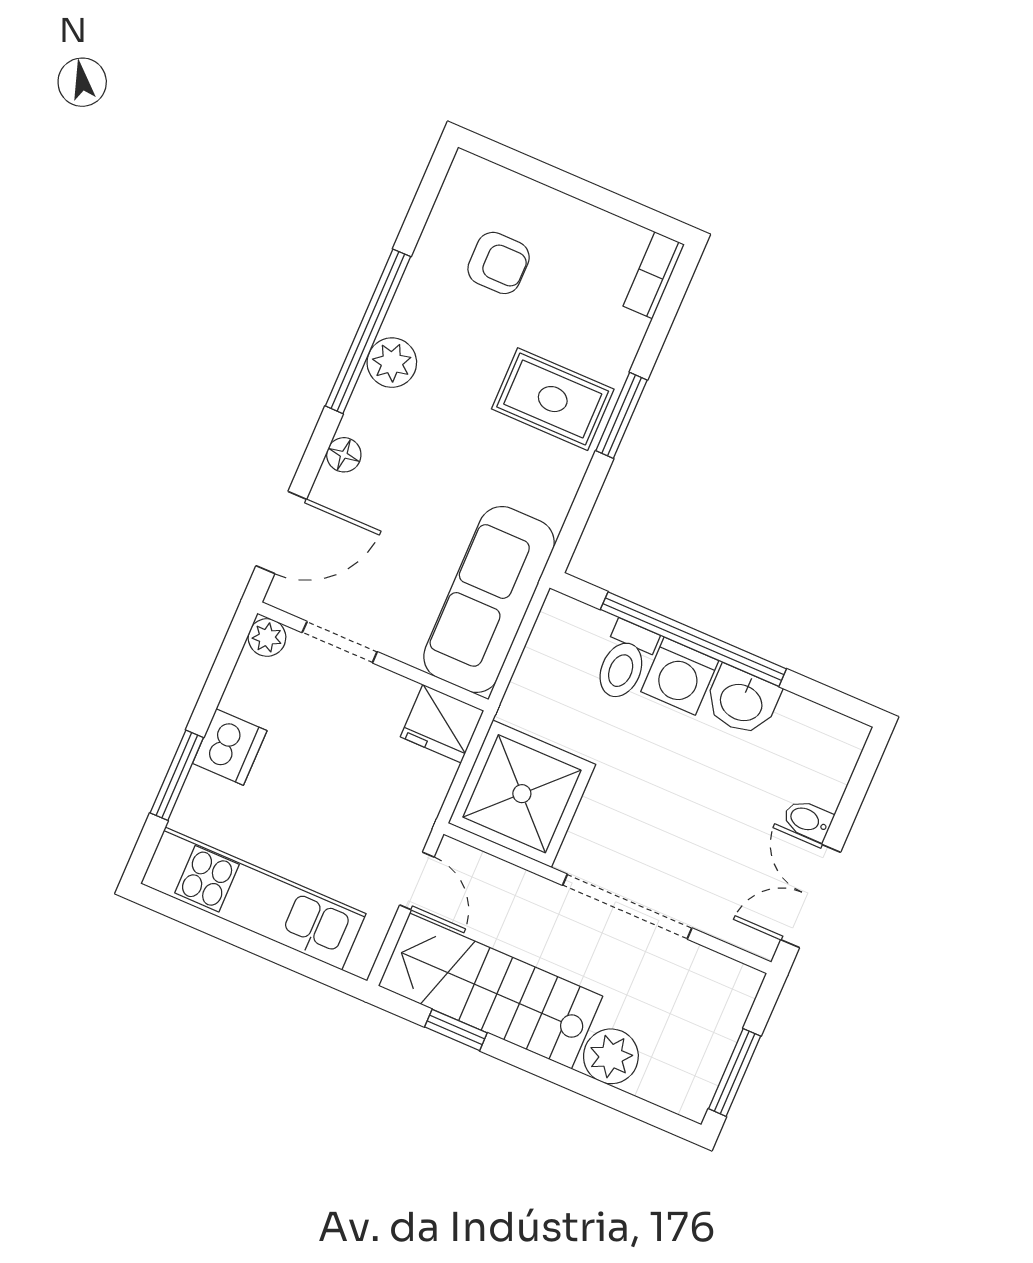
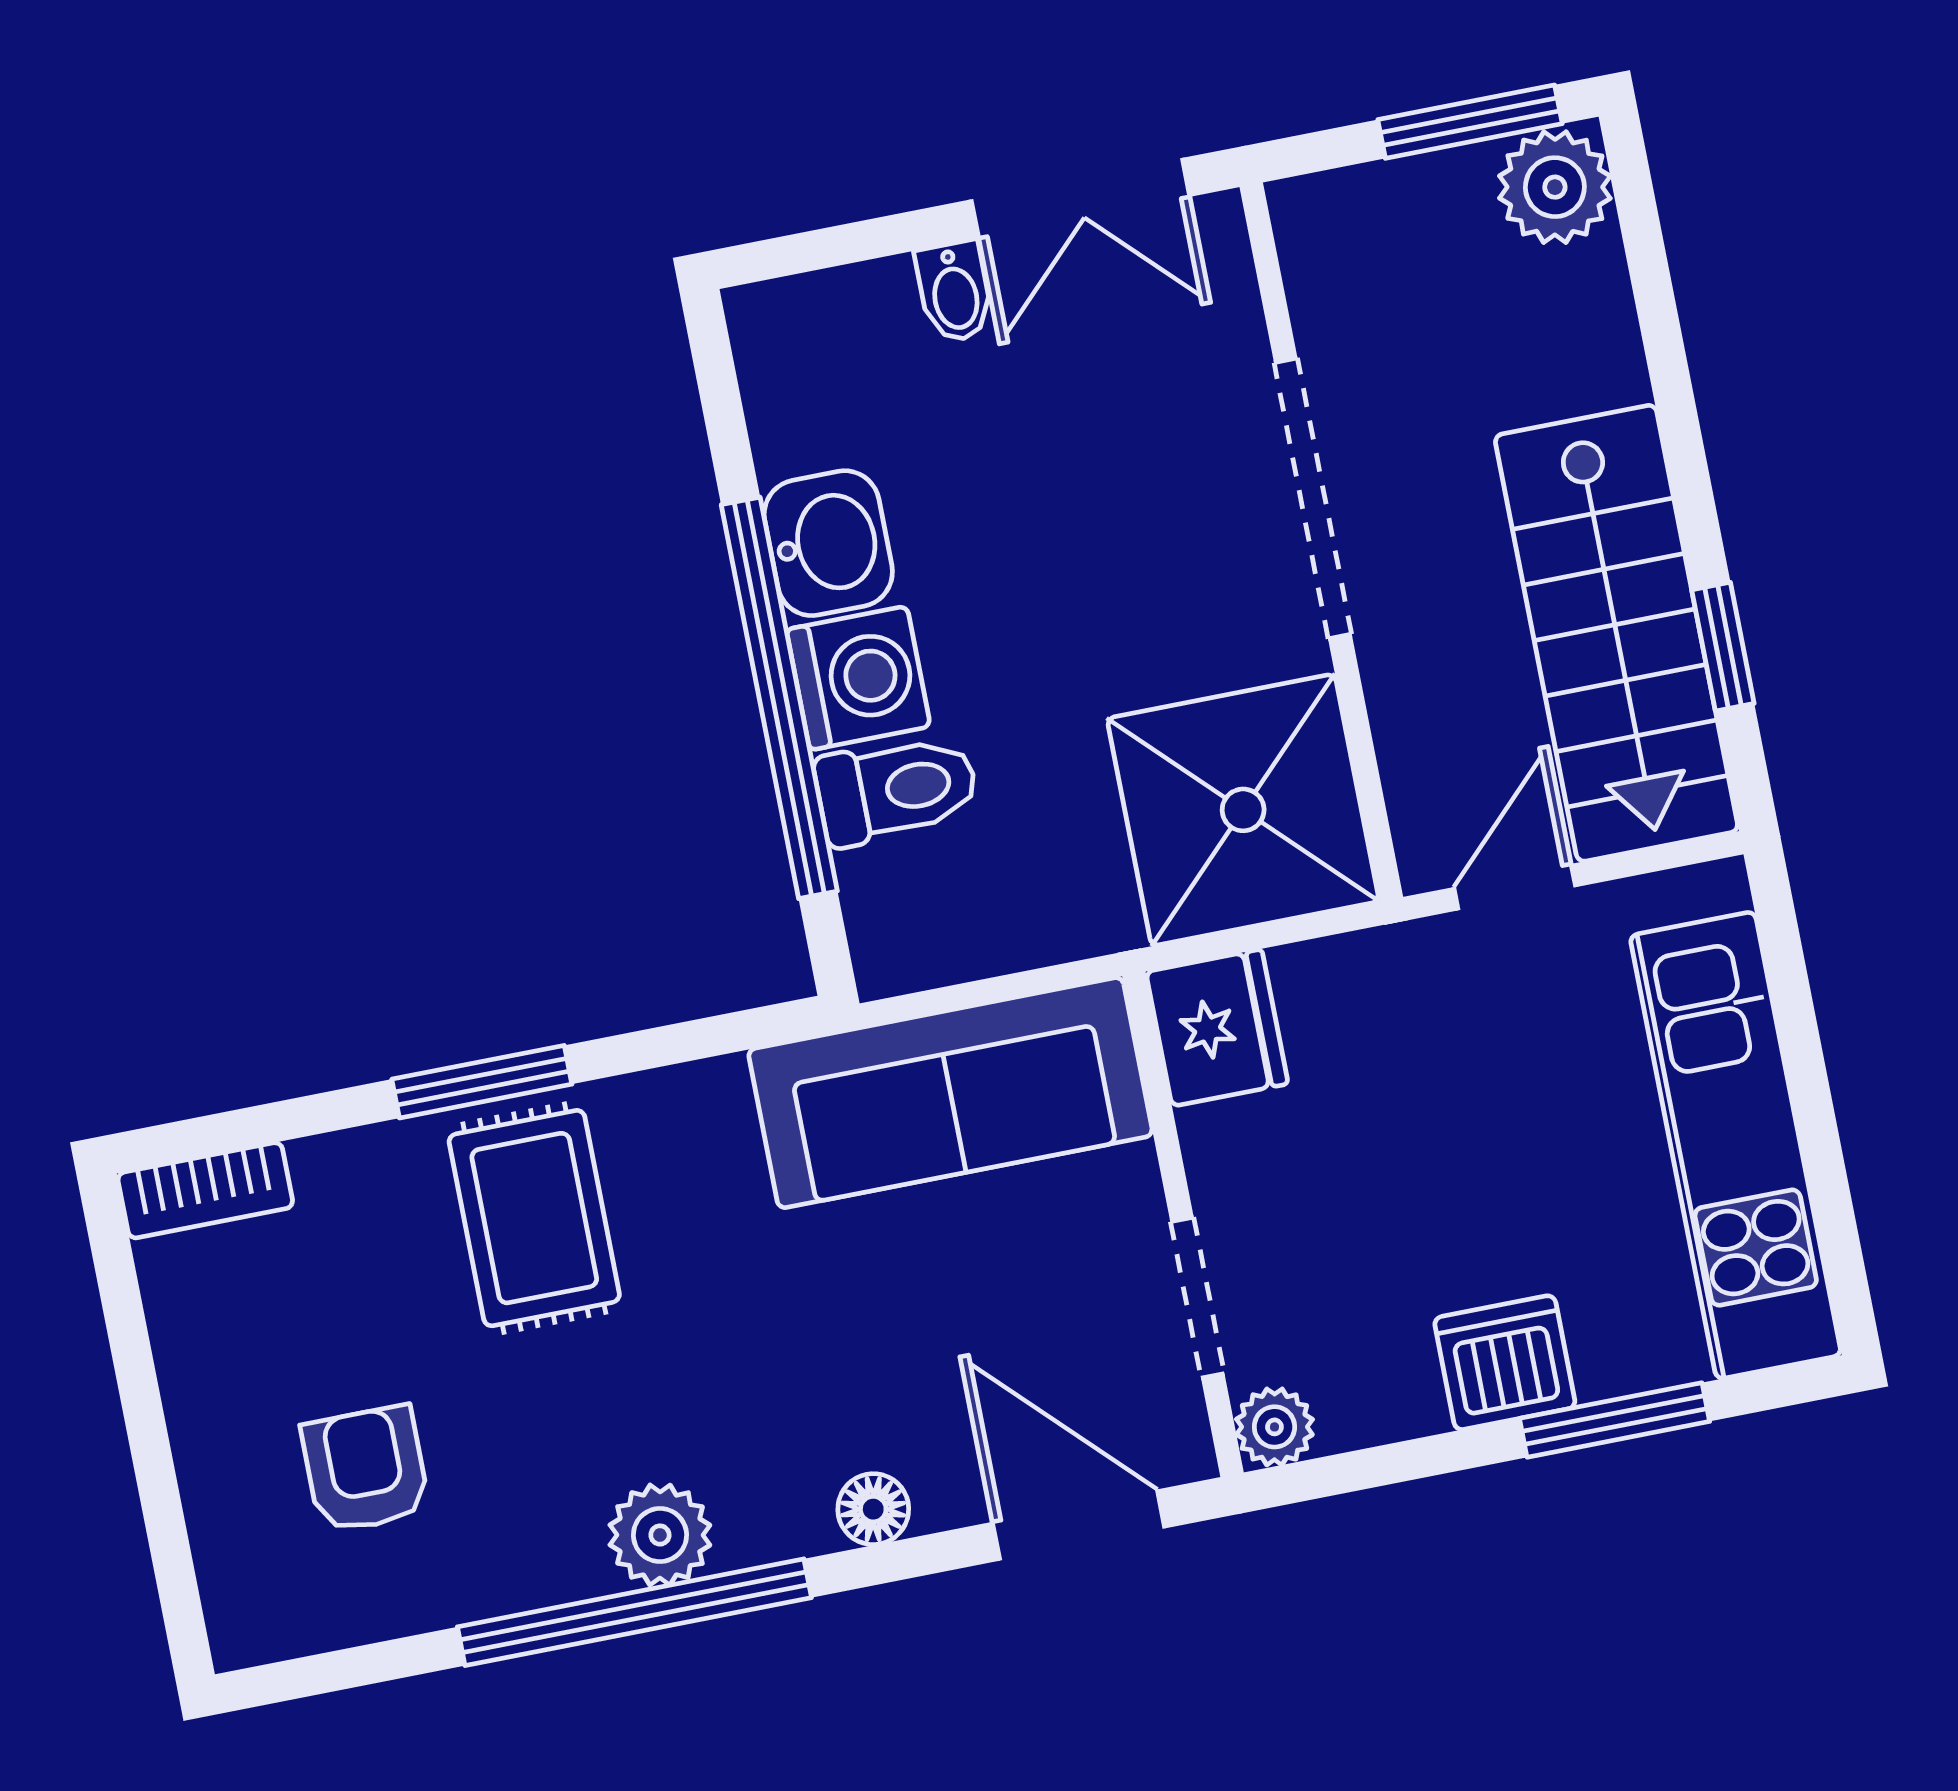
plant: (611, 1056) -> (1555, 187), moved

